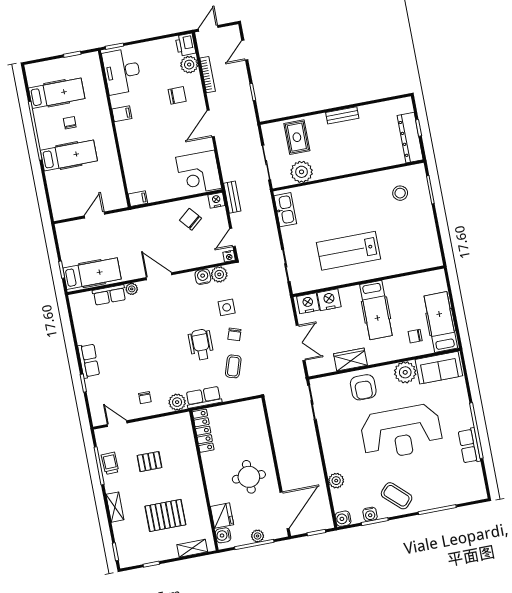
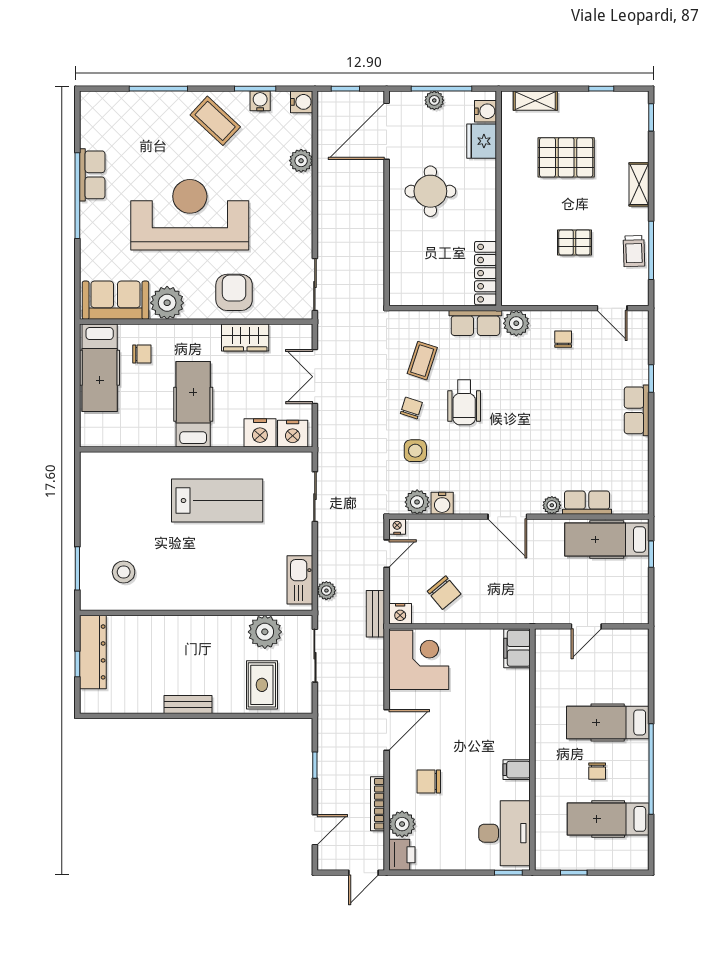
filing cabinet: (138, 199) -> (517, 648), width x2.00
plant: (267, 206) -> (326, 591), added

